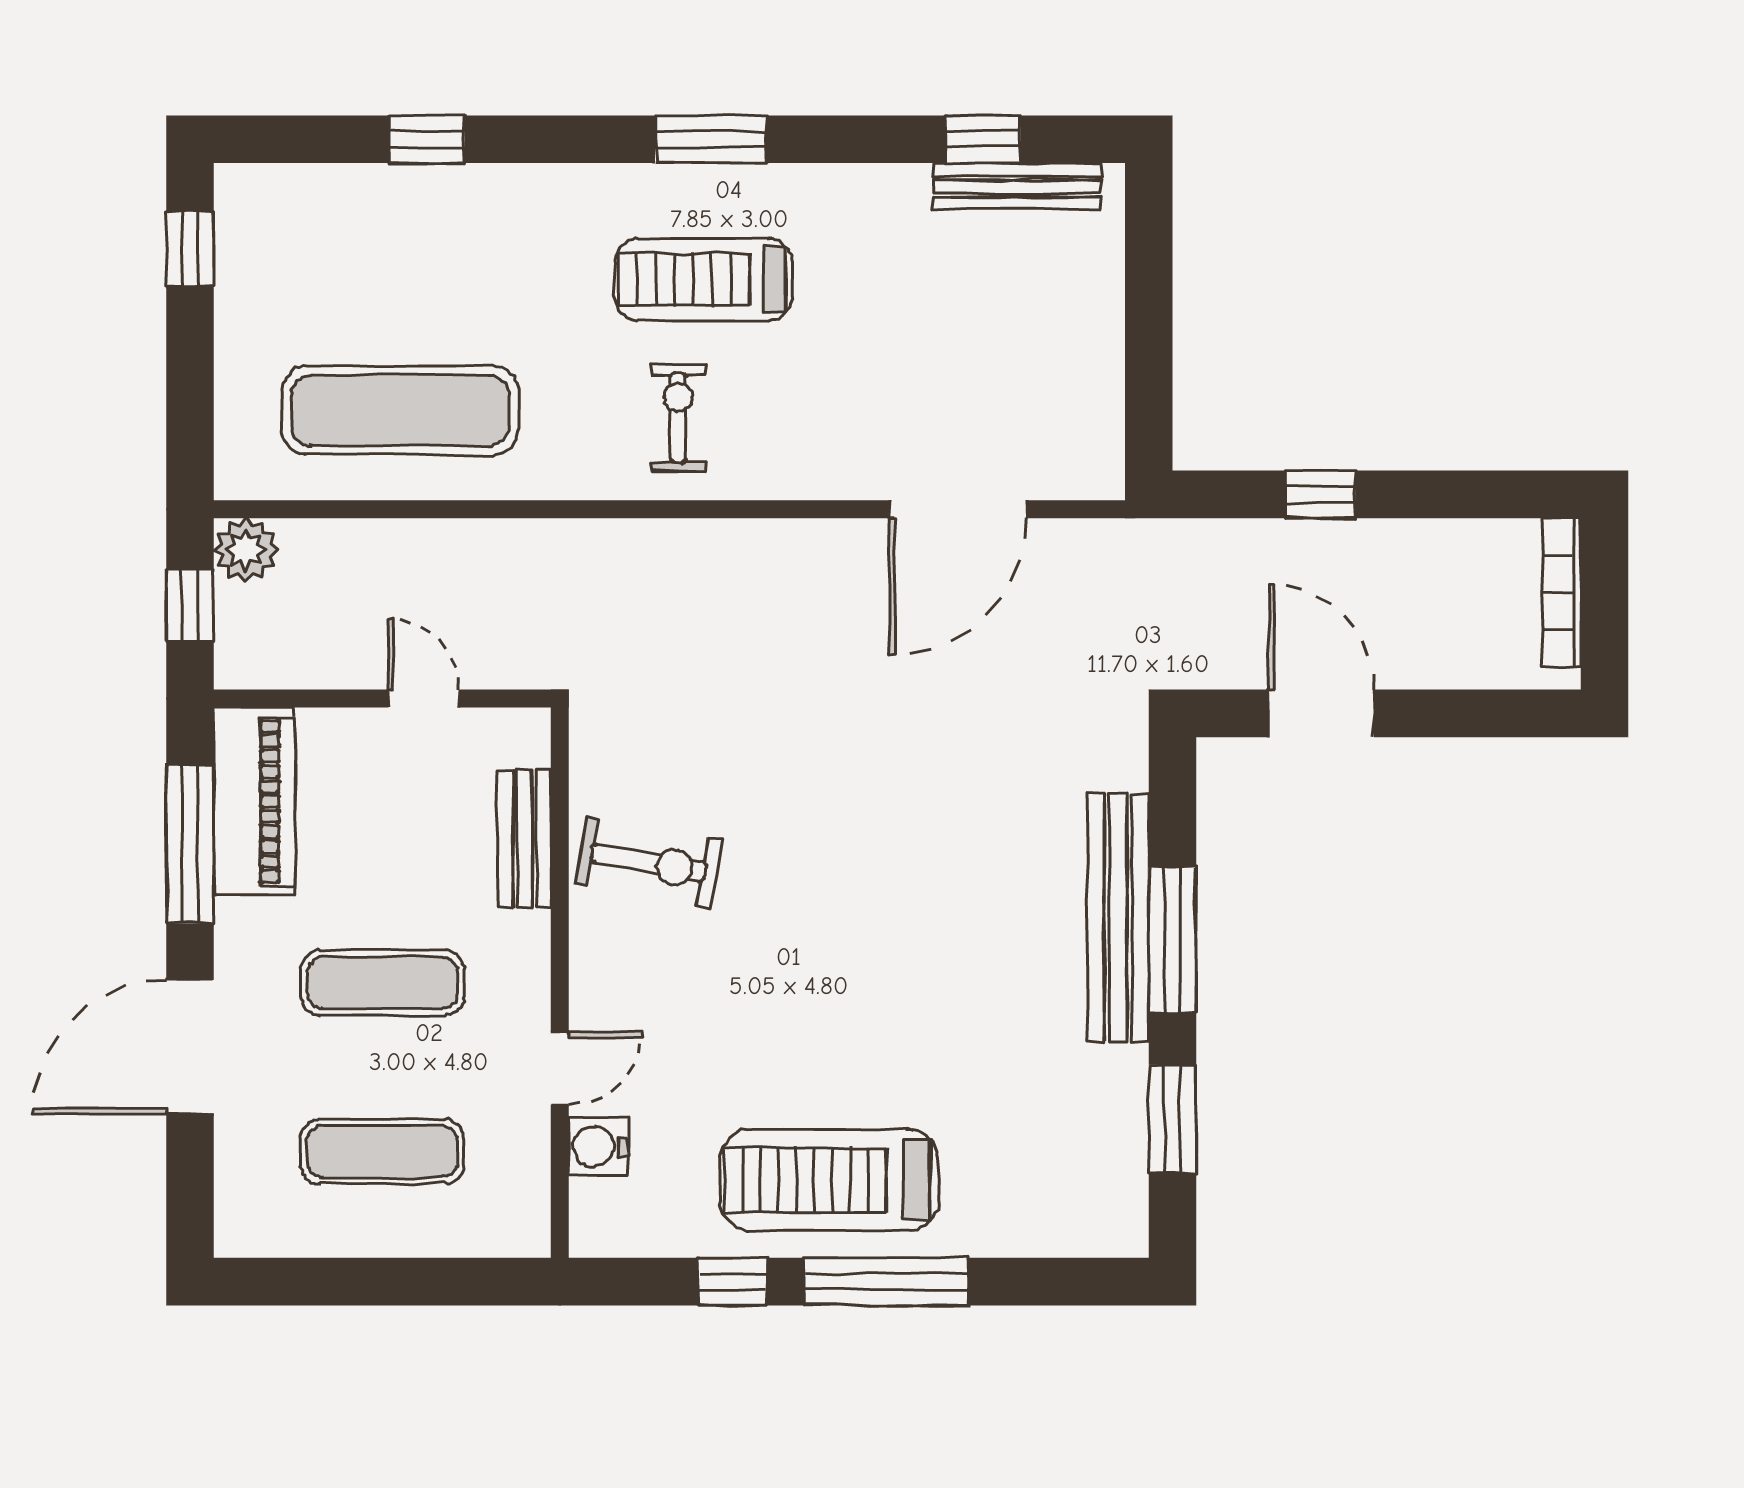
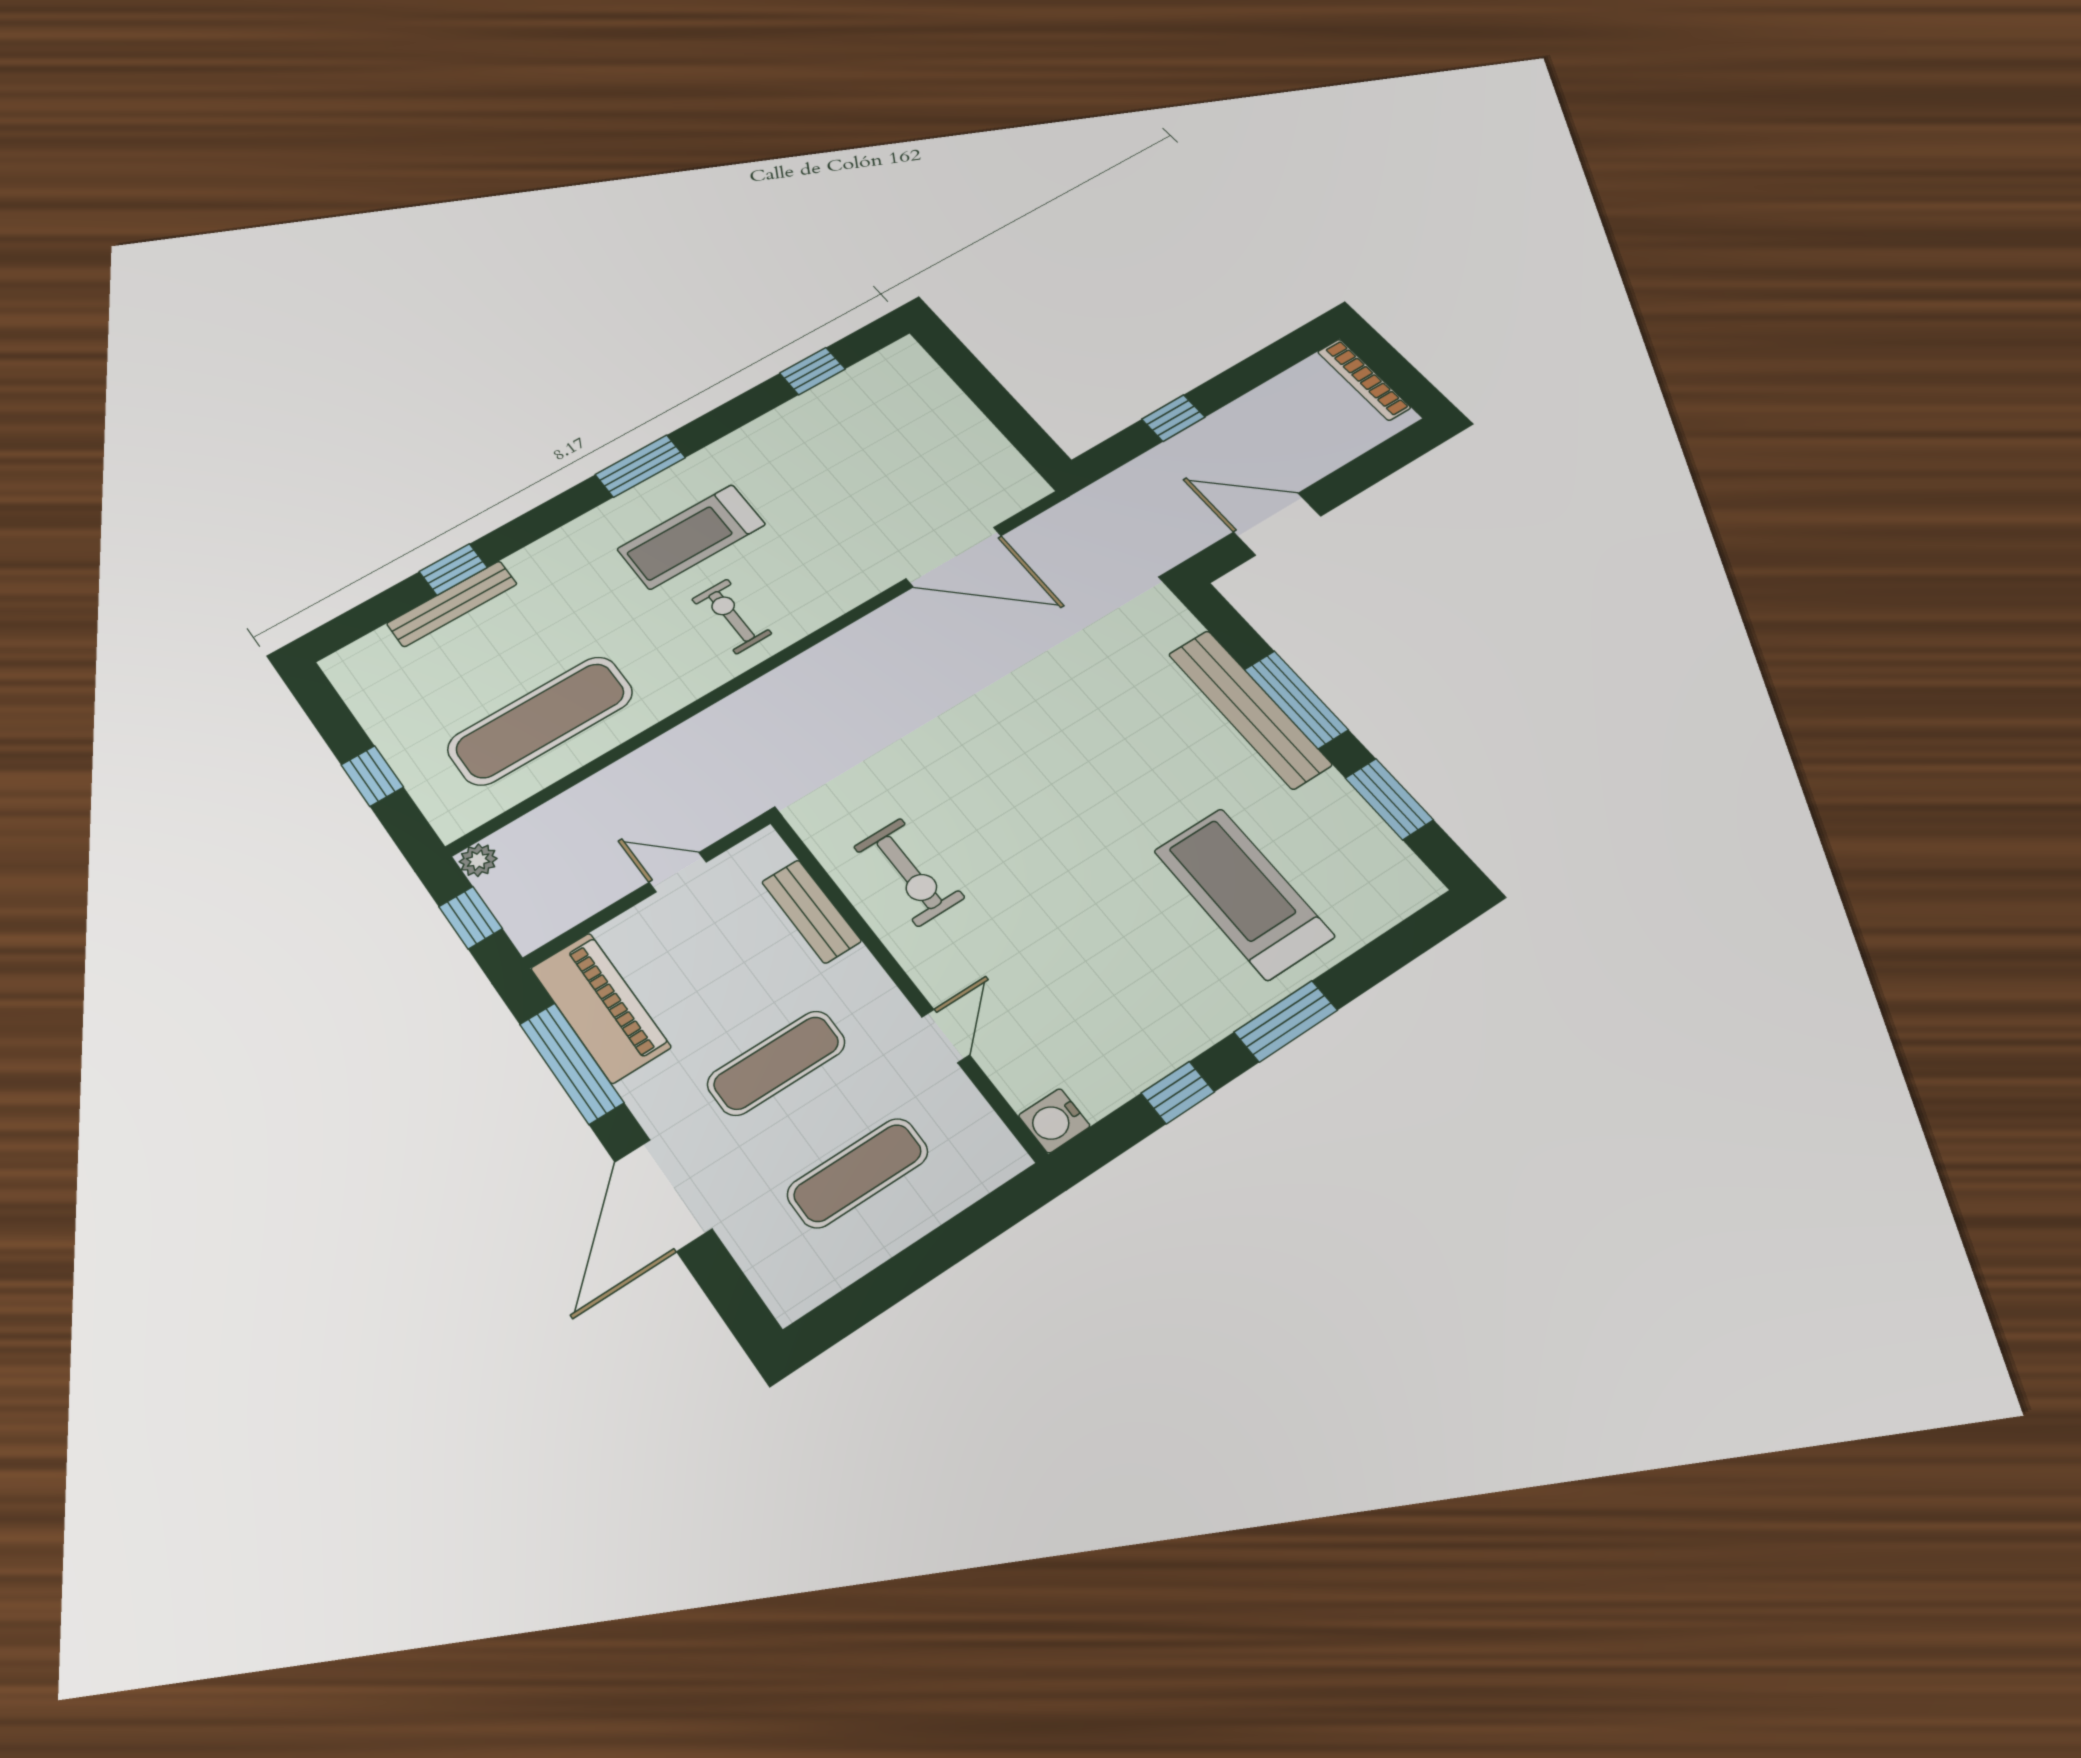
bench: (1017, 186) -> (452, 604), moved
window: (190, 249) -> (372, 776), moved
door: (958, 509) -> (954, 557), hinge flipped
plant: (245, 550) -> (478, 860), width x0.73, depth x0.73
exercise bike: (649, 863) -> (909, 872), turned 80
water cooler: (598, 1147) -> (1054, 1121), moved
treadmill: (829, 1180) -> (1244, 893), moved, turned 90
window: (887, 1282) -> (1286, 1021), width x0.69

